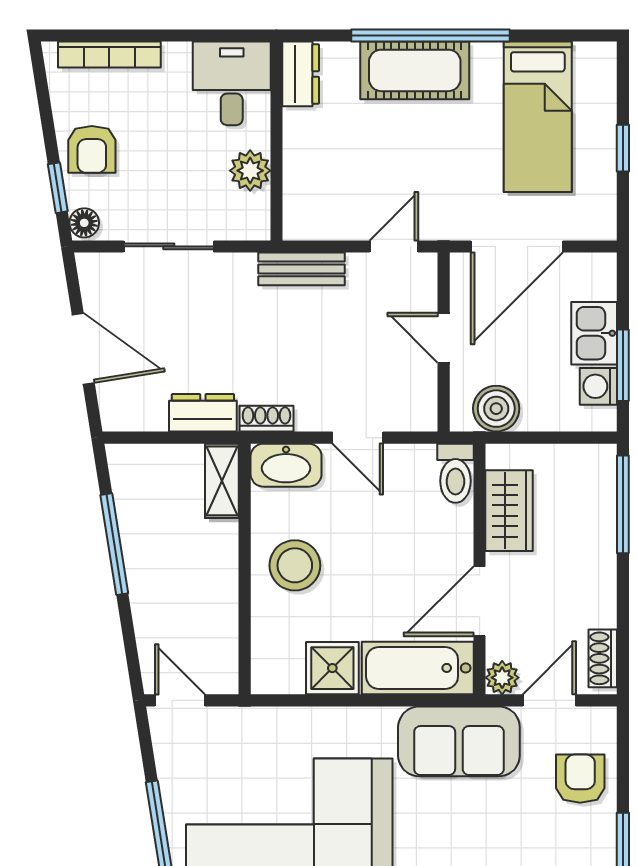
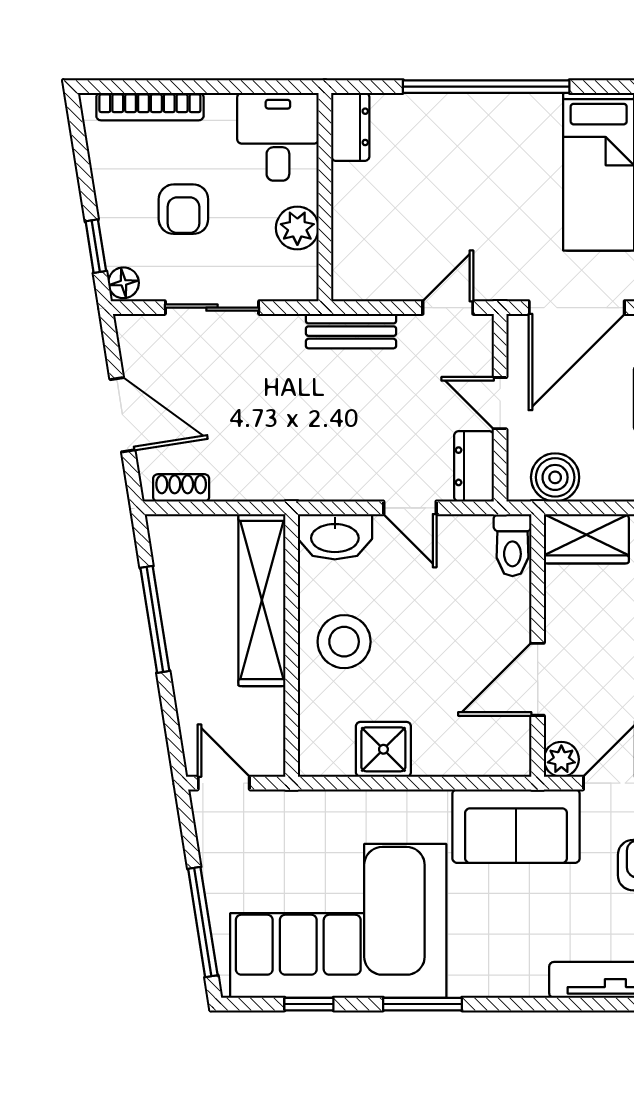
cot: (415, 70) -> (470, 123), removed
armchair: (92, 149) -> (183, 209), moved
dresser: (203, 413) -> (474, 466), moved, turned -90
shoe rack: (266, 419) -> (181, 488), moved
shelving: (222, 481) -> (262, 600), width x2.20, depth x1.33
wardrobe: (509, 511) -> (586, 539), moved, turned 90
bathtub: (418, 668) -> (473, 749), removed

